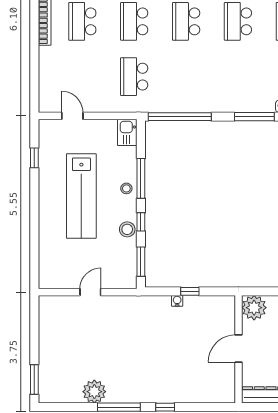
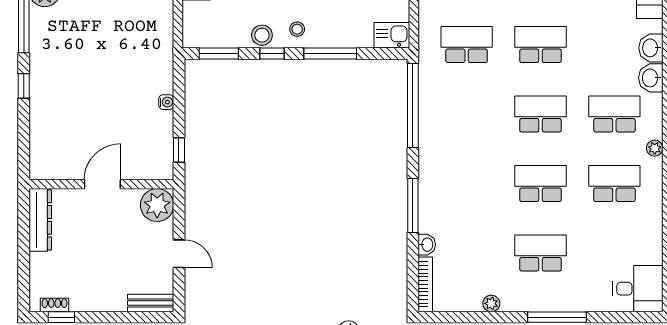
stool: (126, 188) -> (297, 29), moved
window: (190, 291) -> (179, 150), moved
door: (238, 349) -> (102, 184), hinge flipped

